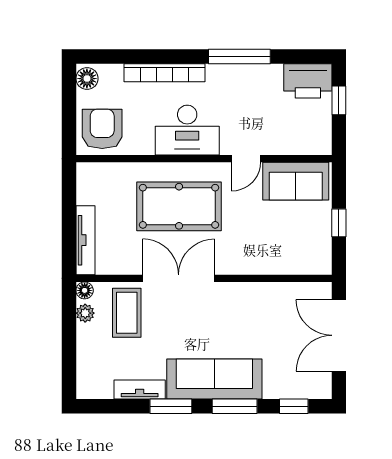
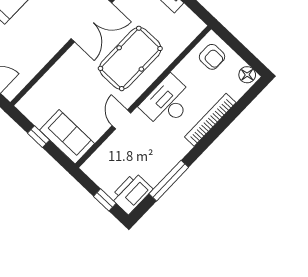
window: (239, 56) -> (169, 181), moved
armchair: (102, 129) -> (212, 57), width x0.72, depth x0.72
sofa: (296, 181) -> (67, 137), moved, turned 90

